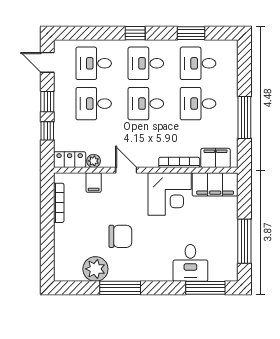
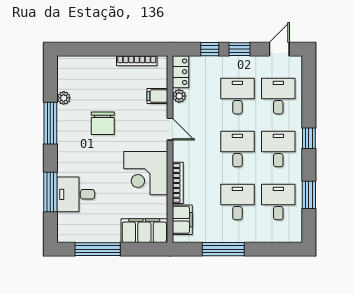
door: (126, 170) -> (170, 129), hinge flipped
filing cabinet: (215, 184) -> (144, 231), moved, turned 90
plant: (95, 269) -> (64, 98), width x0.53, depth x0.53
window: (205, 288) -> (50, 192), moved

